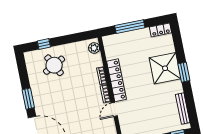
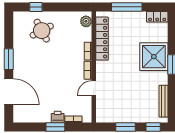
locker: (116, 80) -> (102, 39), moved

